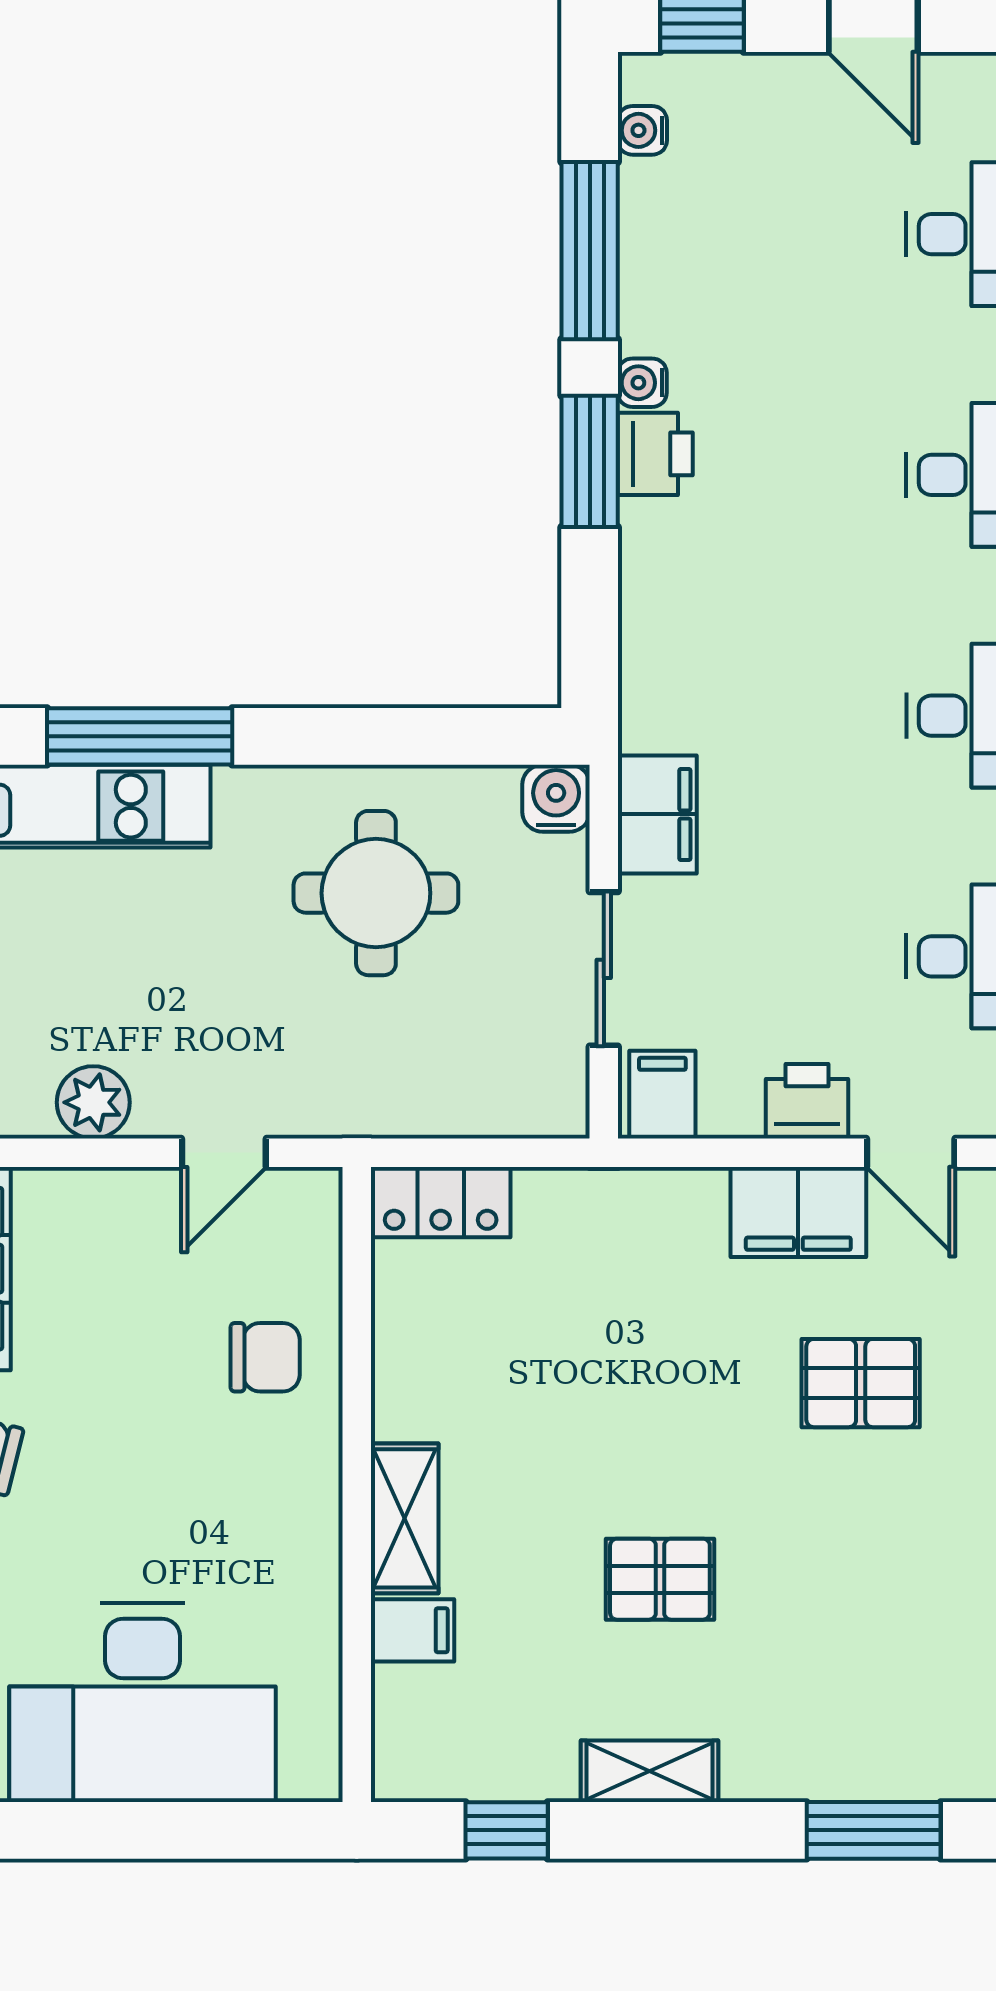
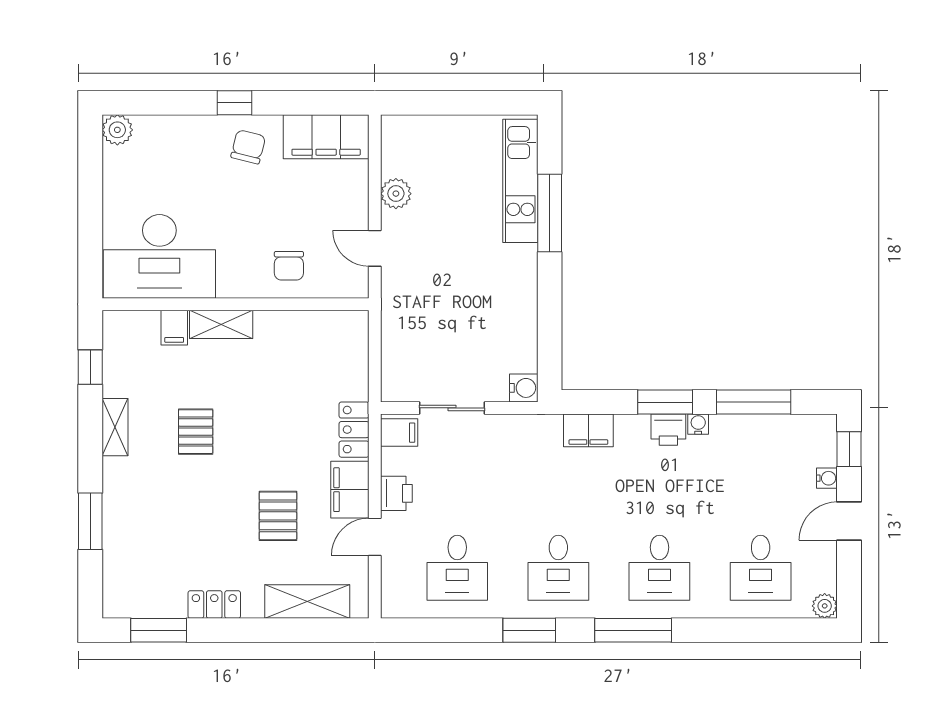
water cooler: (642, 130) -> (827, 478), moved, turned 90
filing cabinet: (657, 814) -> (588, 430), moved
round table: (376, 893) -> (484, 312), removed
locker: (441, 1202) -> (354, 430), moved
desk: (143, 1702) -> (159, 256), moved, turned -90

